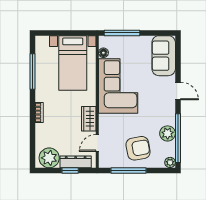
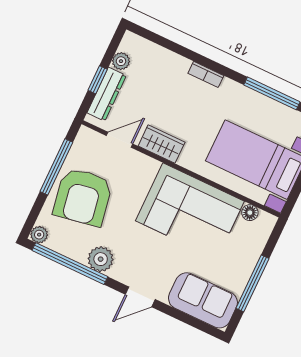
window: (122, 33) -> (253, 283), moved
plant: (168, 133) -> (101, 259), moved
door: (97, 143) -> (120, 140), hinge flipped
armchair: (138, 148) -> (83, 197), width x1.36, depth x1.36
plant: (49, 158) -> (121, 61), width x0.53, depth x0.53

